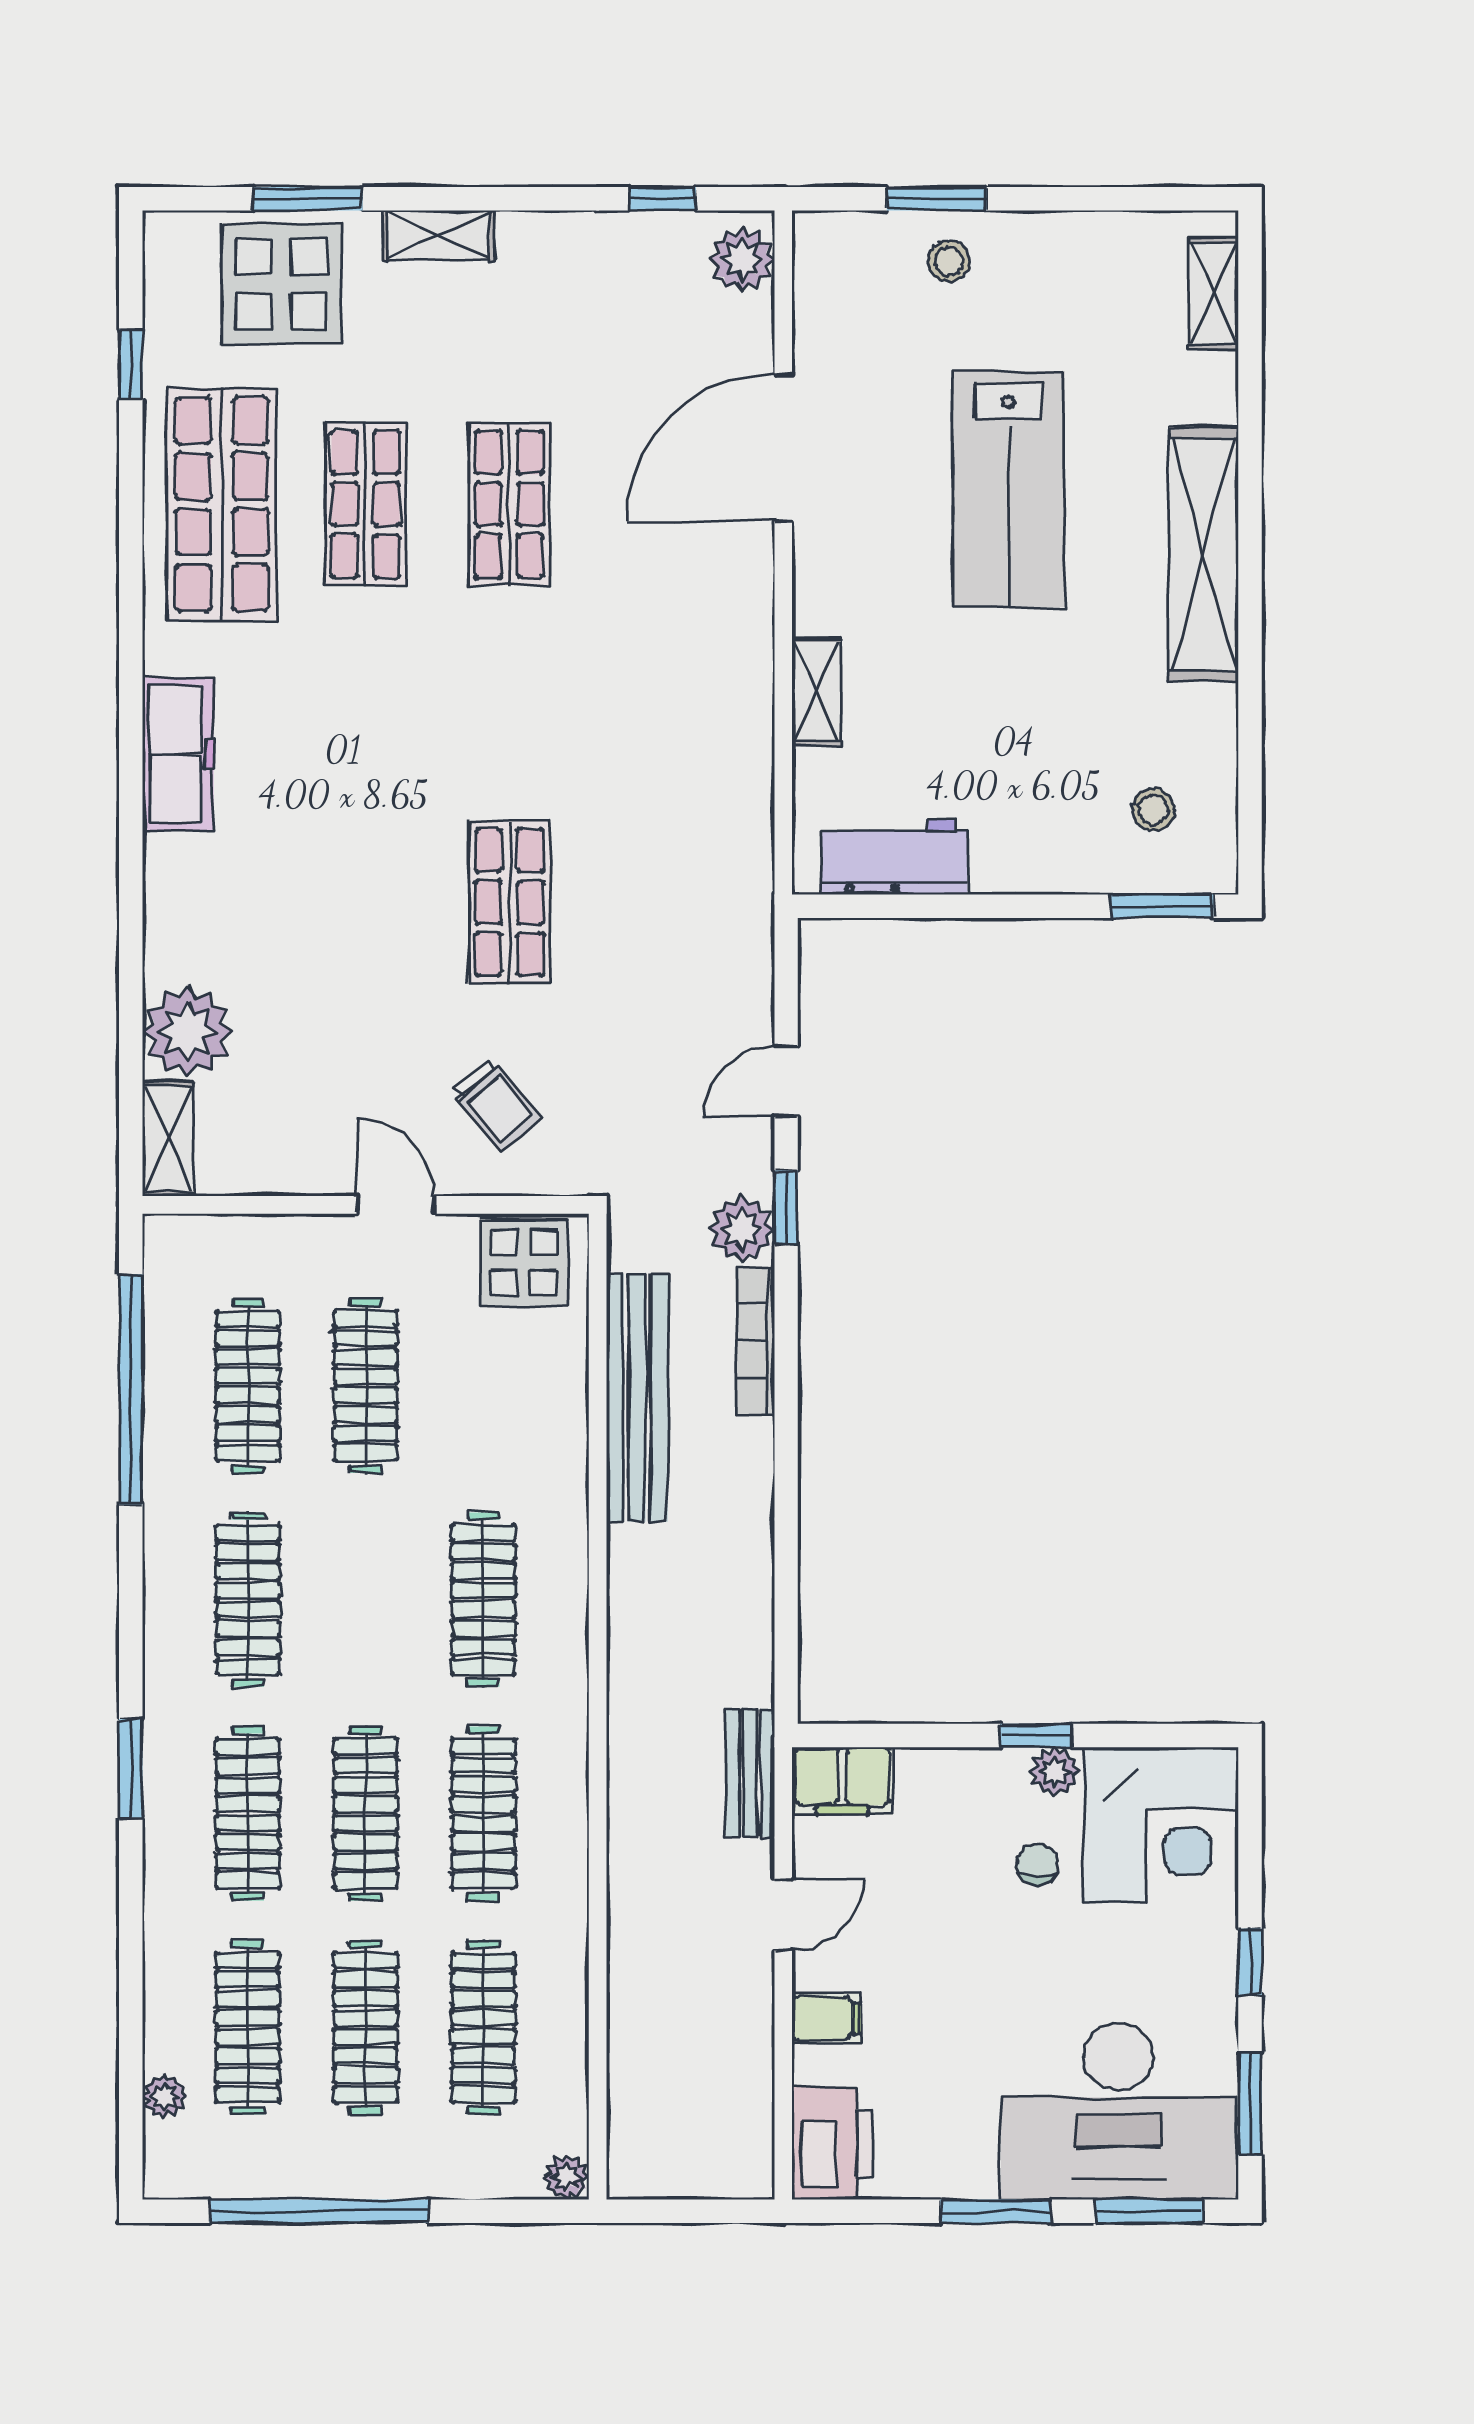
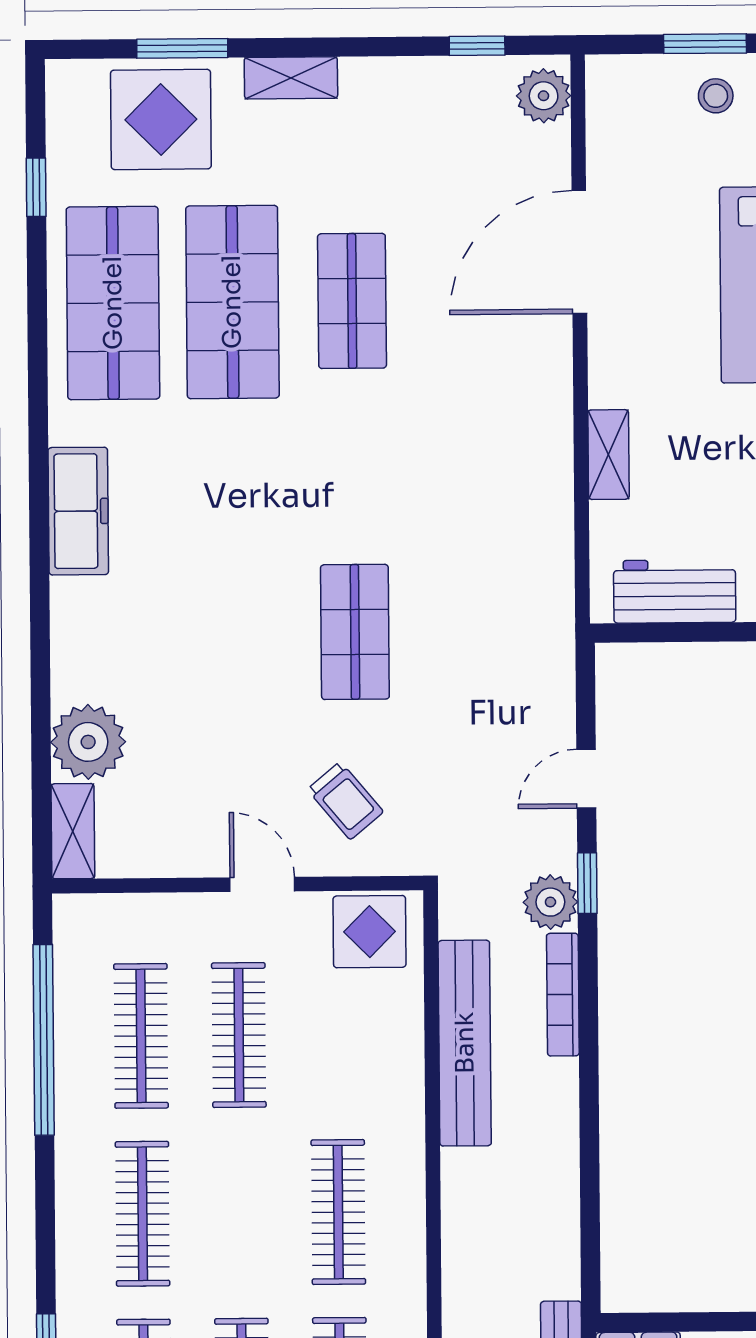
shop shelf: (366, 504) -> (232, 302), width x1.43, depth x1.36

